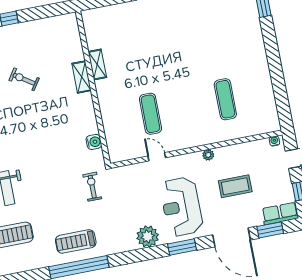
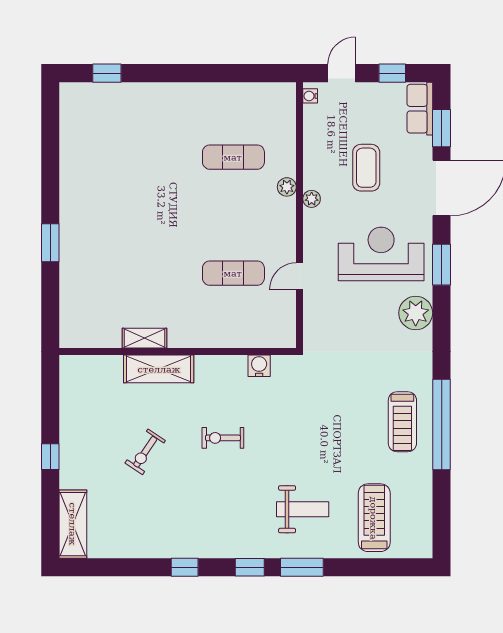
shelving: (82, 77) -> (159, 369), width x1.50, depth x1.33
plant: (213, 137) -> (287, 187), added
exercise bike: (92, 187) -> (223, 438), moved
reception desk: (181, 207) -> (381, 254), turned 180

